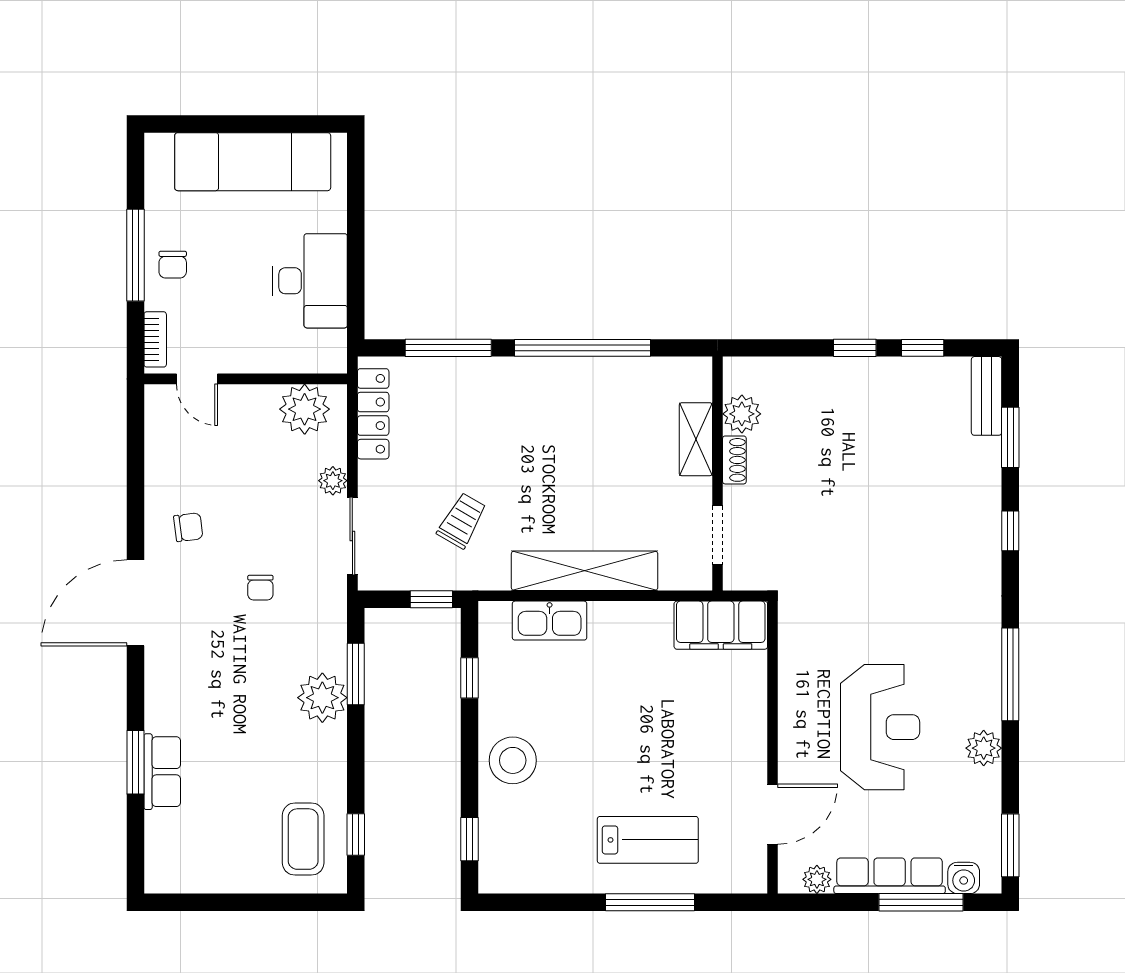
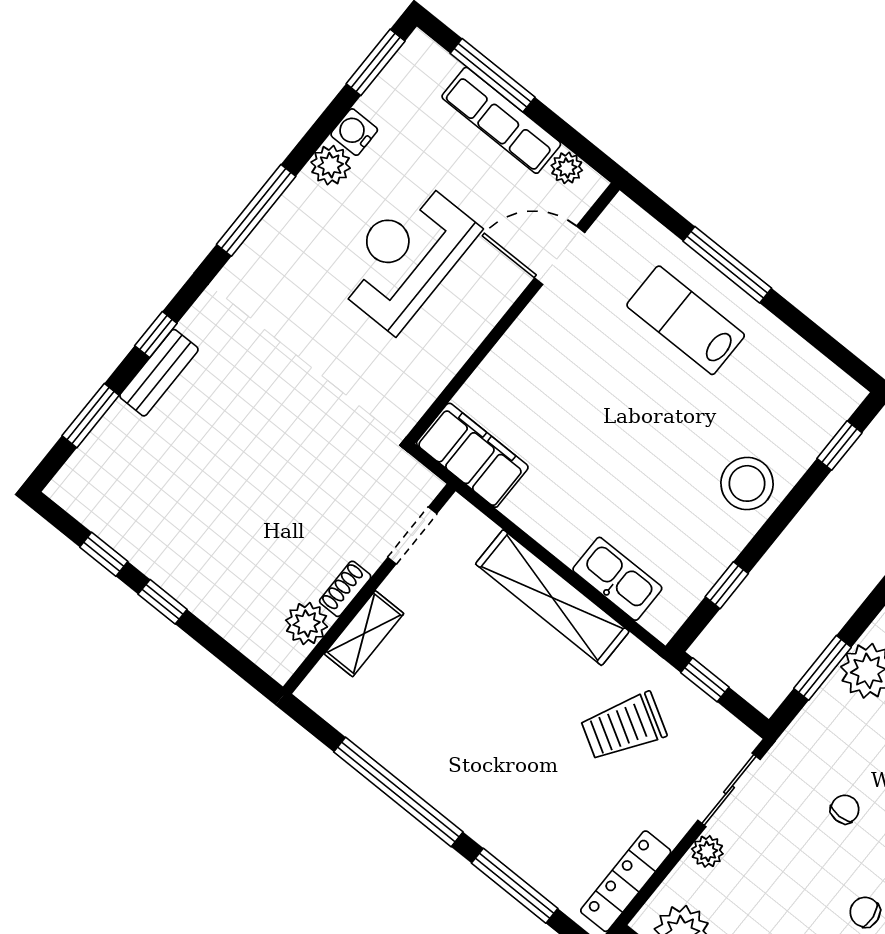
bench: (987, 396) -> (159, 373), moved
trolley: (462, 521) -> (623, 727), width x1.36, depth x1.39
water cooler: (964, 878) -> (354, 132), moved, turned -90

